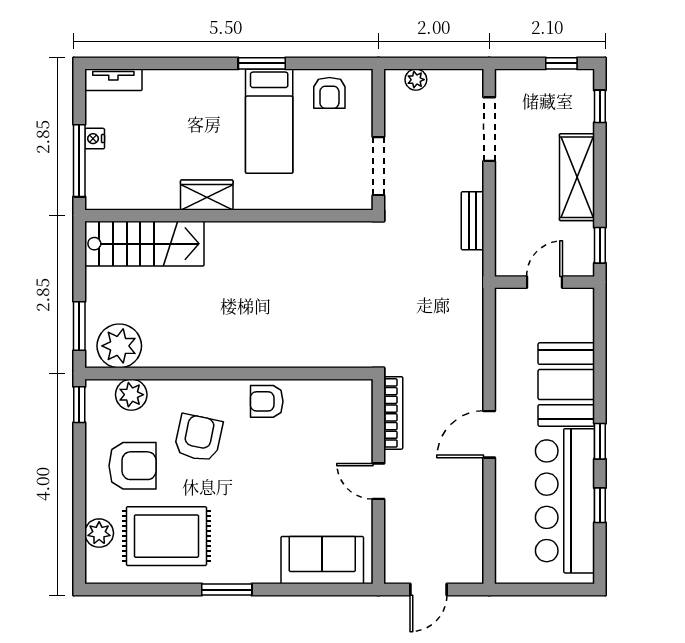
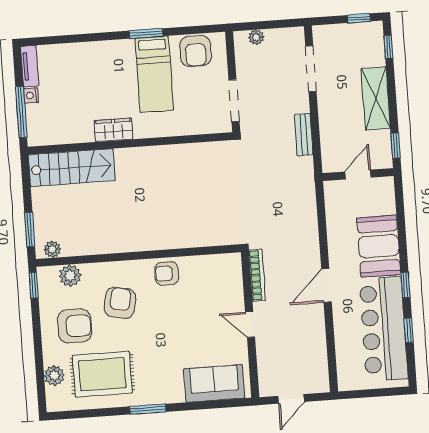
tv unit: (113, 80) -> (30, 66), moved, turned -90
armchair: (329, 93) -> (196, 51), width x1.38, depth x1.38
plant: (119, 346) -> (52, 249), width x0.53, depth x0.53

